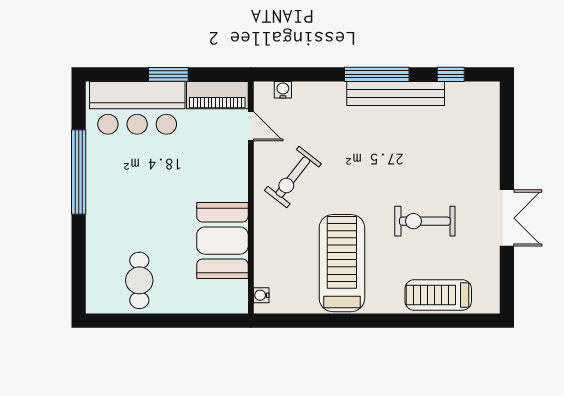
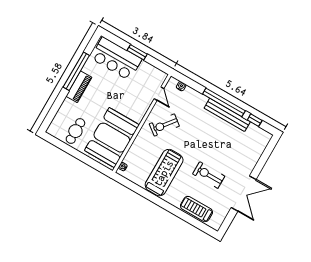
window: (377, 74) -> (224, 102), width x1.46
piano: (217, 95) -> (79, 87), moved, turned -90
double door: (507, 218) -> (244, 193), width x1.37
booth: (222, 241) -> (112, 138), width x1.36, depth x1.42

